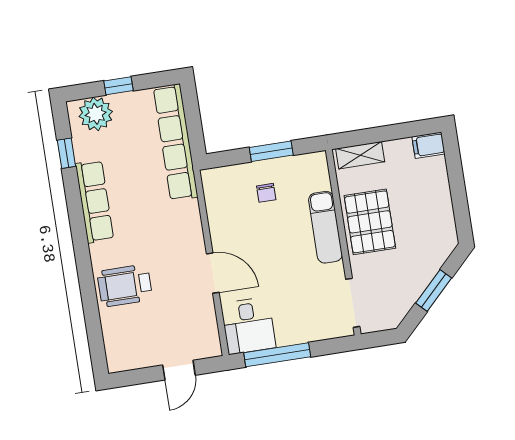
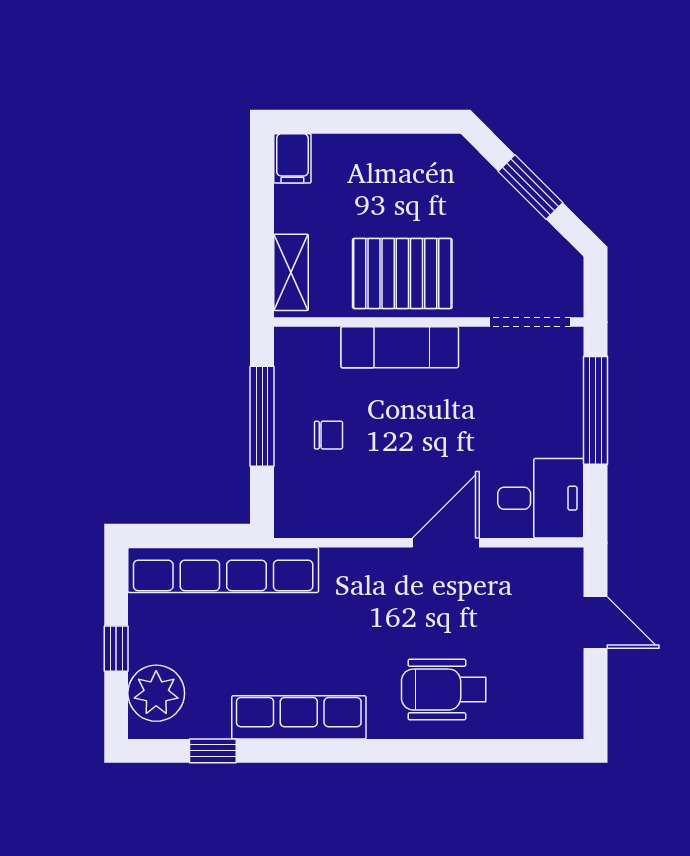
window: (271, 151) -> (262, 416), width x1.44
wheelchair: (125, 286) -> (444, 690), turned 90
window: (277, 355) -> (595, 410), moved

